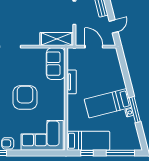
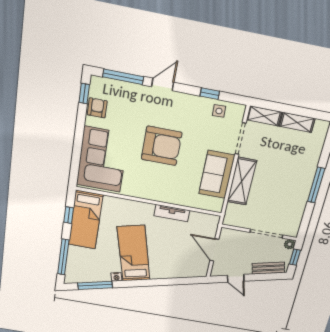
shelving: (57, 39) -> (242, 181), moved
door: (94, 47) -> (214, 250), swing flipped
sofa: (56, 64) -> (217, 175), moved, turned -90
window: (135, 110) -> (95, 285), moved

